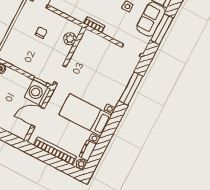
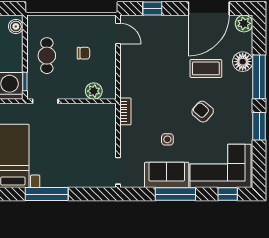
window: (162, 29) -> (175, 194), moved
cafe table: (30, 58) -> (47, 56), added
window: (131, 88) -> (47, 194), moved

